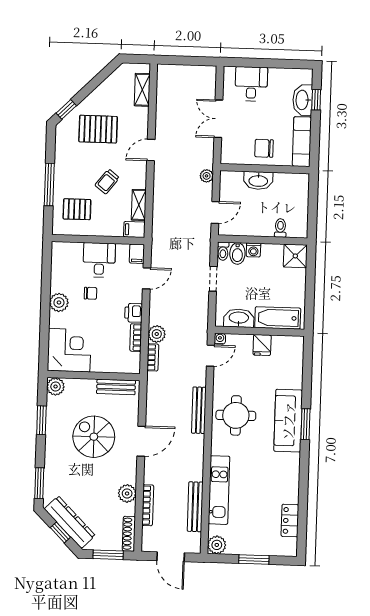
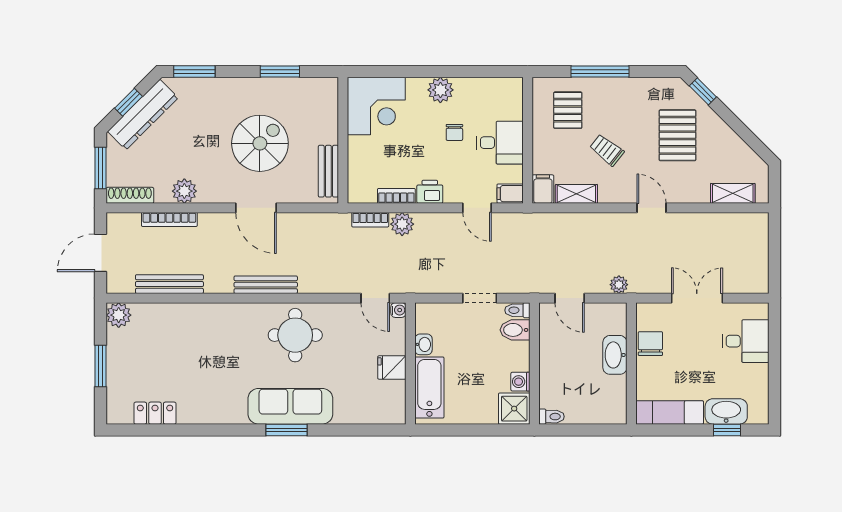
chair: (264, 148) -> (650, 344), moved
toilet: (280, 228) -> (552, 417), moved
washing machine: (253, 250) -> (520, 382), moved
washbasin: (239, 318) -> (424, 344), width x0.52, depth x0.69
plant: (56, 387) -> (326, 89), removed
bench: (199, 410) -> (266, 285), moved
kitchen unit: (219, 490) -> (193, 316), removed

